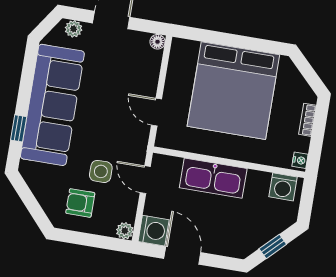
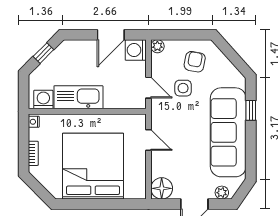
floor lamp: (158, 42) -> (162, 188), width x1.89, depth x1.89
kitchen sink: (213, 178) -> (78, 97), moved
armchair: (80, 203) -> (195, 62), turned -79
door: (182, 255) -> (111, 35), hinge flipped

